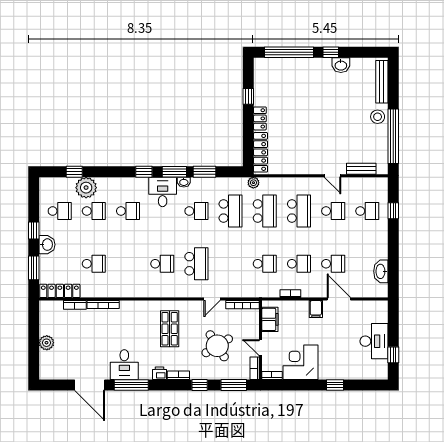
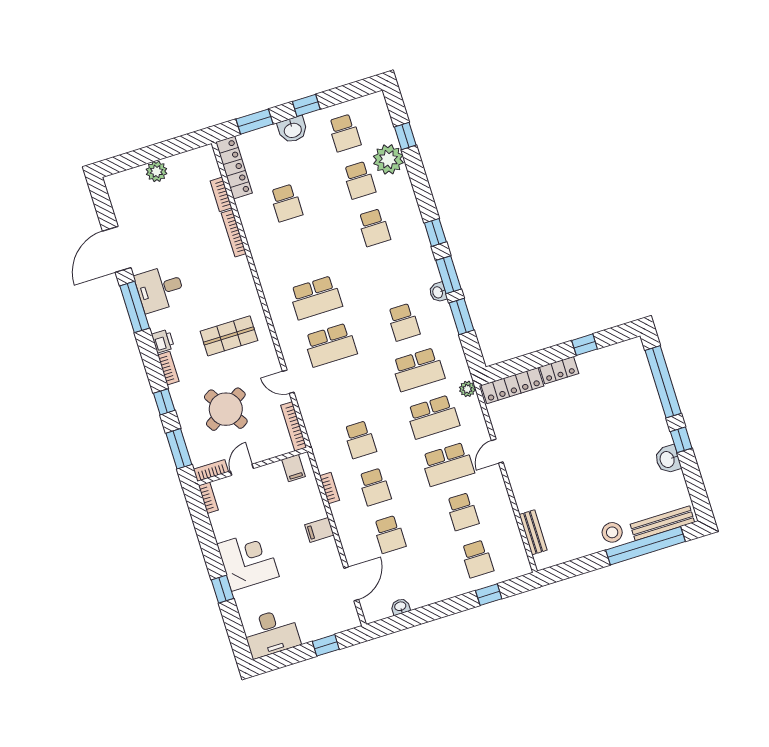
window: (393, 136) -> (646, 546), moved
door: (333, 176) -> (497, 451), moved
desk: (163, 192) -> (415, 267), removed
school desk: (162, 264) -> (316, 298), width x1.85
washbasin: (381, 271) -> (400, 607), width x0.52, depth x0.69
door: (339, 299) -> (351, 584), moved
filing cabinet: (270, 319) -> (294, 468), width x0.50
desk: (374, 341) -> (271, 633), moved
window: (393, 355) -> (326, 645), moved
corner desk: (300, 362) -> (248, 560), moved

